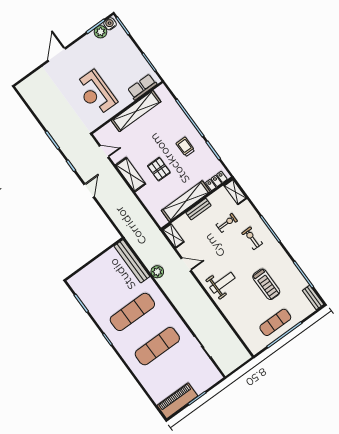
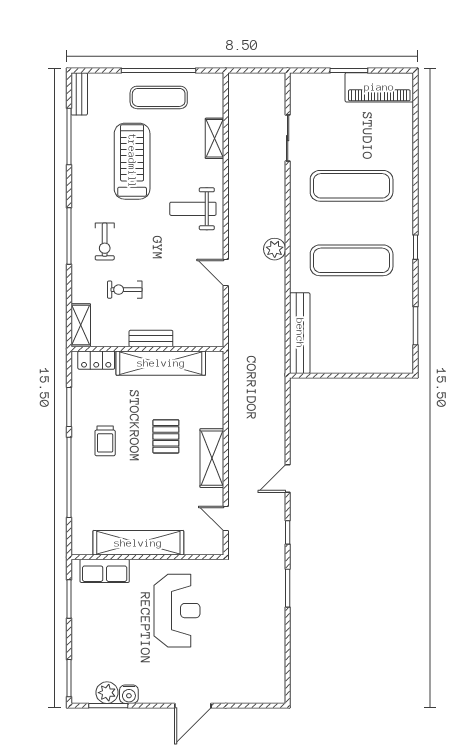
water cooler: (110, 24) -> (129, 694), moved
shelving: (173, 236) -> (215, 138), moved
plant: (157, 272) -> (275, 249), moved
treadmill: (266, 284) -> (132, 161), width x1.37, depth x1.38

